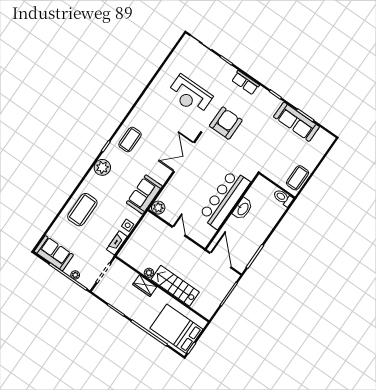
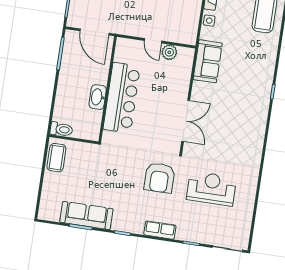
coffee table: (130, 140) -> (251, 111), removed
plant: (102, 167) -> (265, 68), removed
plant: (158, 208) -> (169, 52), moved

